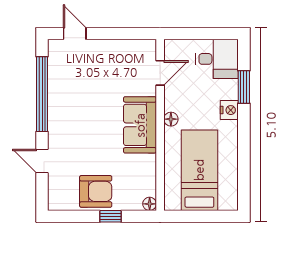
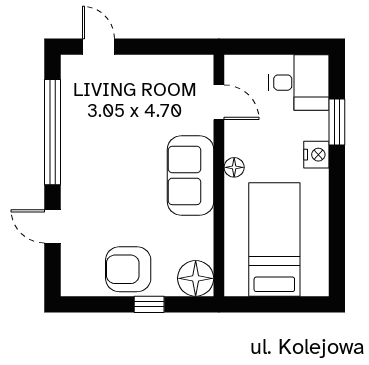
door: (160, 73) -> (219, 102), hinge flipped
armchair: (96, 191) -> (128, 269), turned 180
floor lamp: (150, 204) -> (196, 278), width x1.89, depth x1.89

